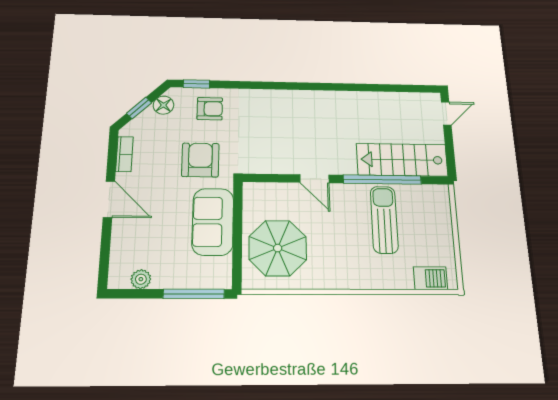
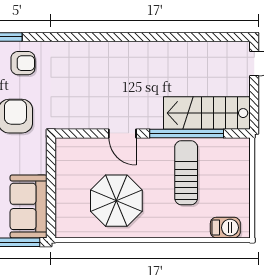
sofa: (213, 222) -> (29, 206), moved
parasol: (278, 248) -> (116, 201), moved

